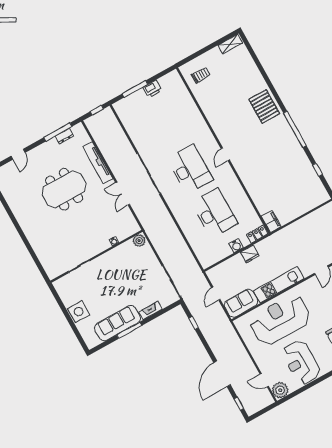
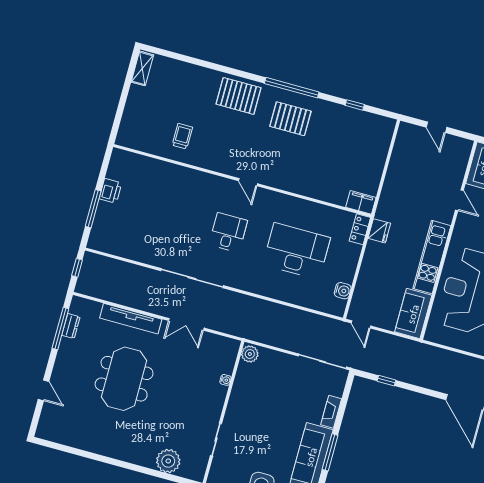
trolley: (201, 75) -> (182, 136), moved
pallet: (278, 144) -> (290, 119), added
desk: (190, 169) -> (228, 232), width x0.53, depth x0.77
water cooler: (236, 246) -> (343, 291), moved
plant: (44, 253) -> (168, 461), added
fridge: (250, 254) -> (379, 231), moved
door: (216, 294) -> (361, 324), moved

